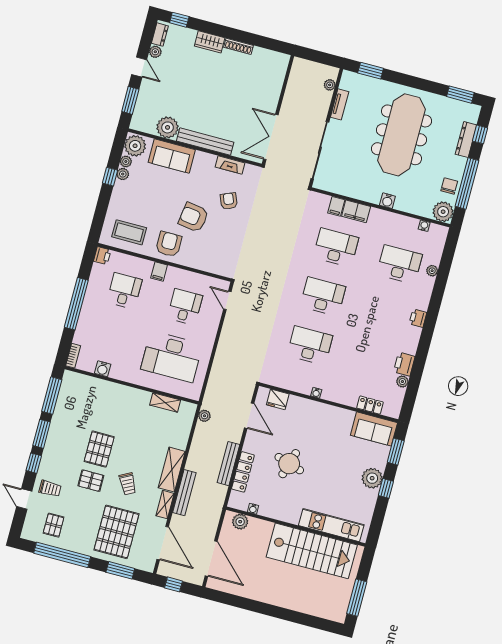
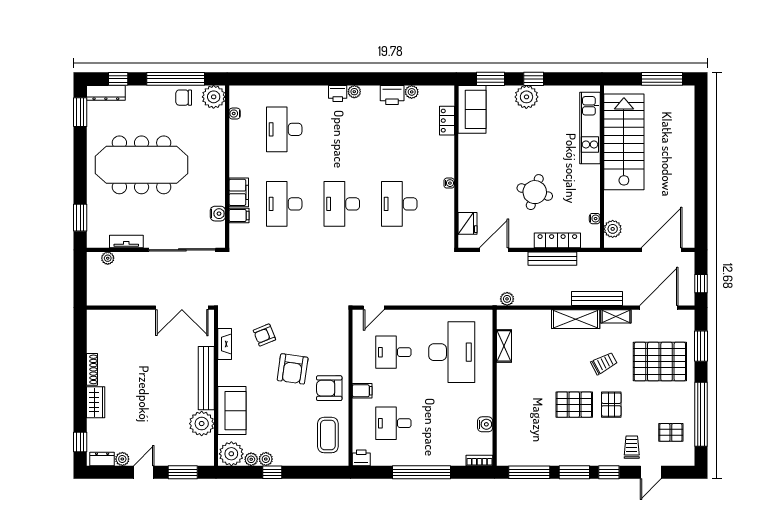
dresser: (466, 140) -> (106, 93), moved
water cooler: (387, 201) -> (218, 214), moved
plant: (432, 271) -> (354, 92), moved

